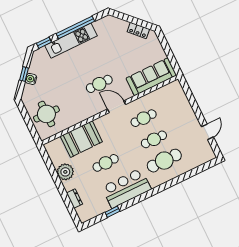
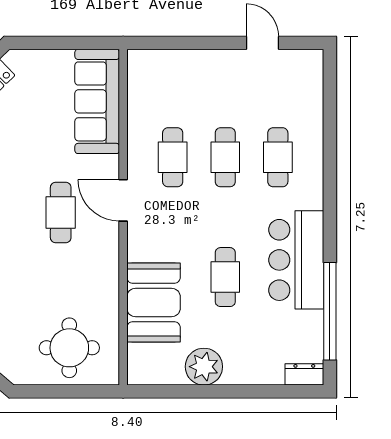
door: (116, 107) -> (123, 200), hinge flipped
cafe table: (164, 161) -> (278, 157), width x0.73, depth x0.74
dresser: (74, 199) -> (304, 374), moved
window: (112, 212) -> (330, 311), width x3.17

